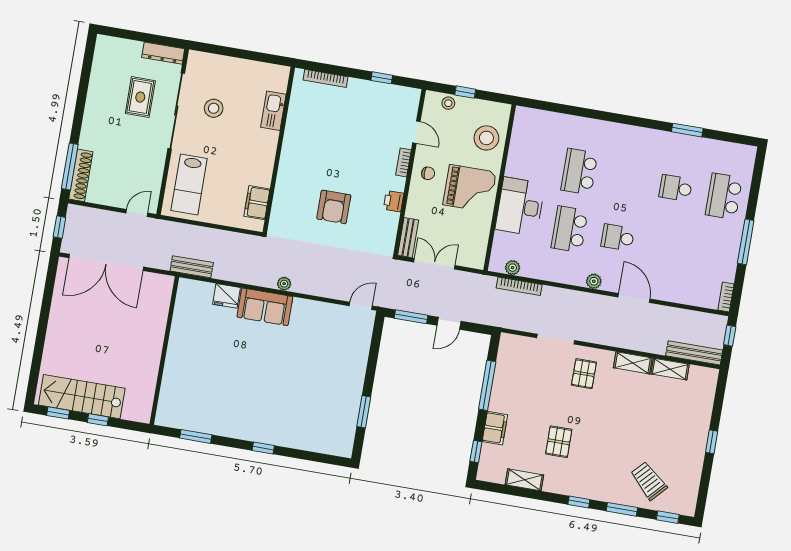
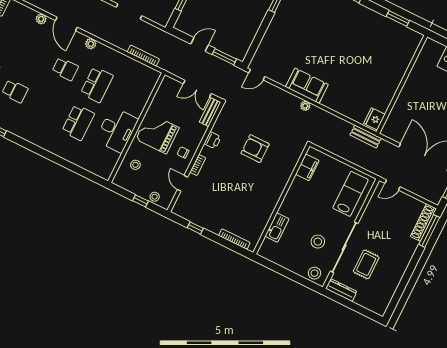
stool: (205, 65) -> (315, 273), added
stool: (486, 138) -> (135, 165), width x0.53, depth x0.53
desk: (520, 206) -> (117, 130), moved
armchair: (334, 207) -> (255, 149), turned -90
plant: (513, 268) -> (41, 19), moved
fridge: (227, 296) -> (374, 119), moved, turned -90
sofa: (265, 307) -> (307, 86), moved

